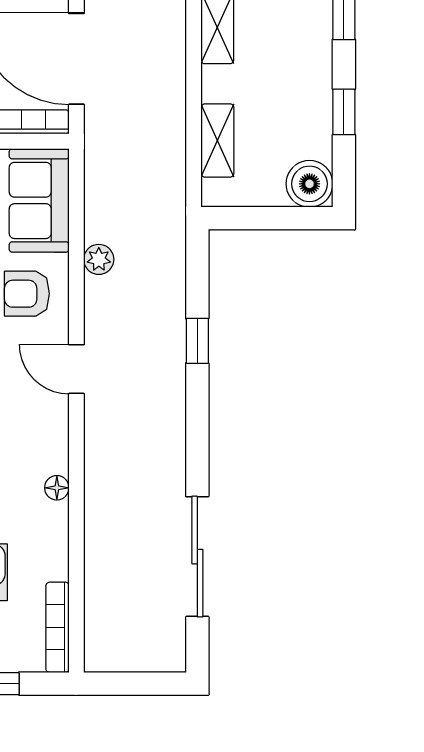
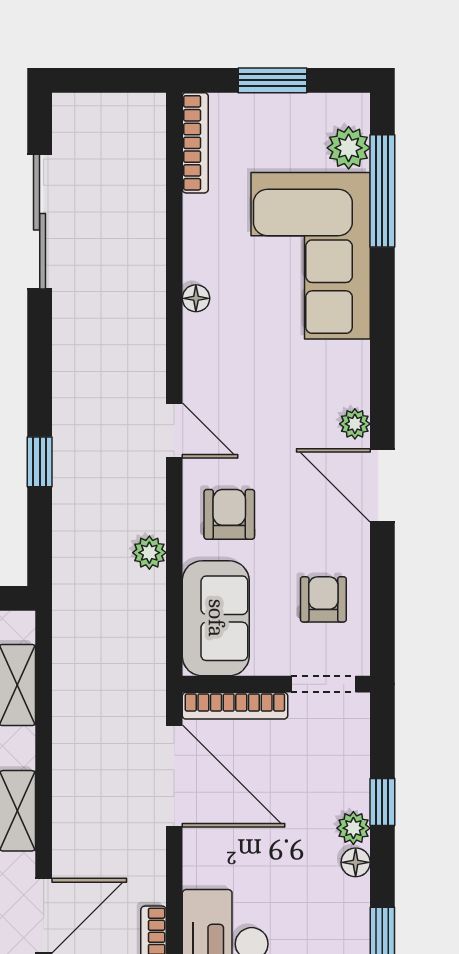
armchair: (27, 294) -> (229, 514), turned -90

